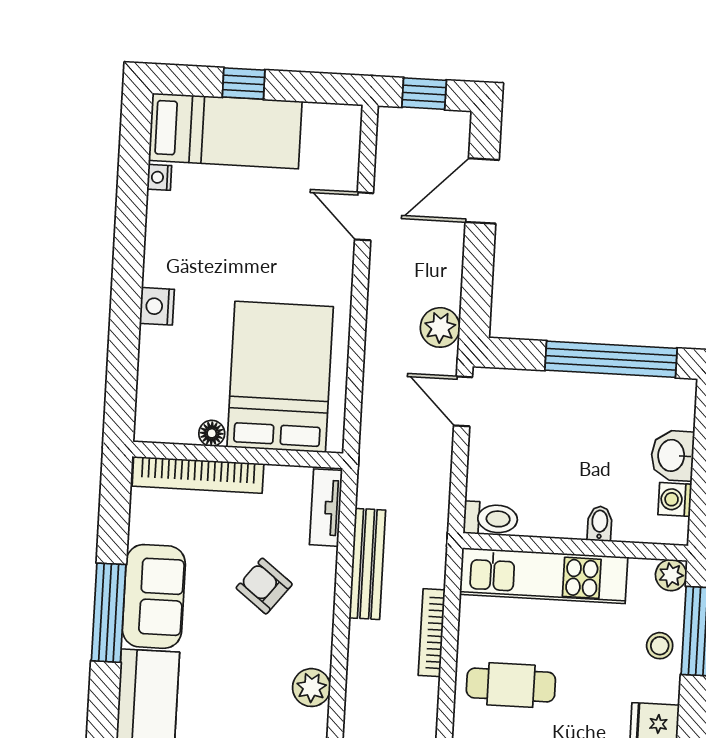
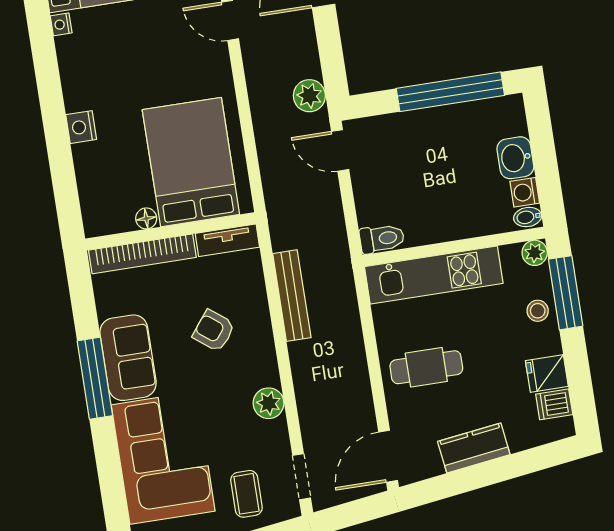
tv unit: (326, 508) -> (227, 240), moved, turned -90
bidet: (600, 524) -> (528, 217), moved, turned -90
bookcase: (432, 633) -> (355, 339), removed

